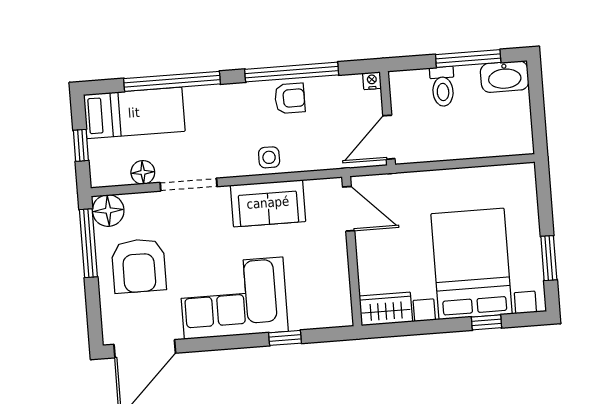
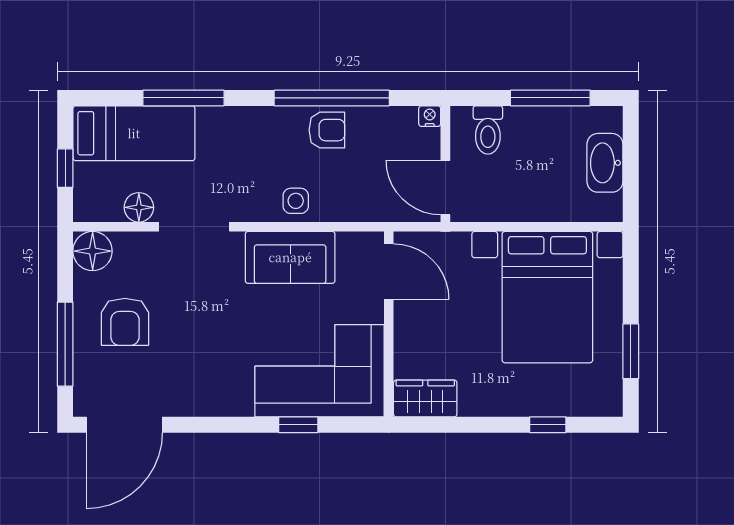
washbasin: (505, 77) -> (605, 163), moved, turned 90
window: (172, 81) -> (183, 98), width x0.68
toilet: (443, 87) -> (488, 130), moved
door: (389, 137) -> (445, 187), hinge flipped
window: (88, 243) -> (65, 344), moved
bed with nightstands: (472, 264) -> (547, 297), moved, turned 180
armchair: (139, 266) -> (125, 322), width x0.73, depth x0.73
corner sofa: (234, 298) -> (319, 371), moved

